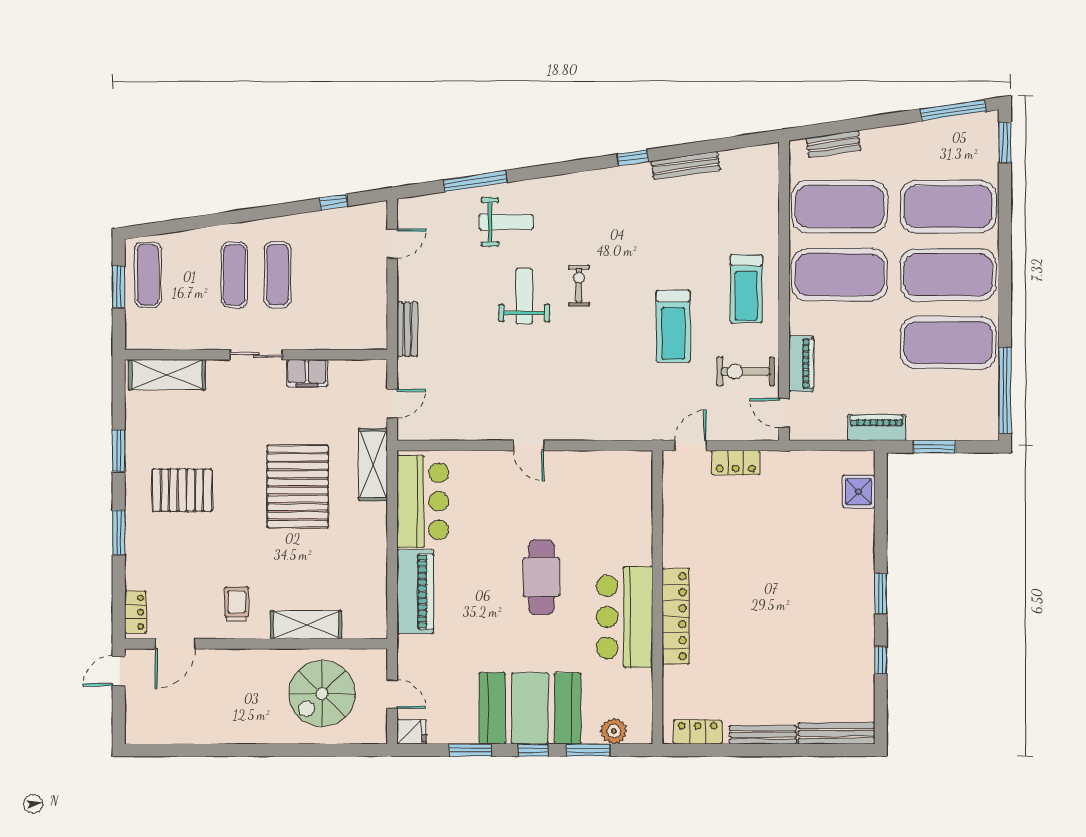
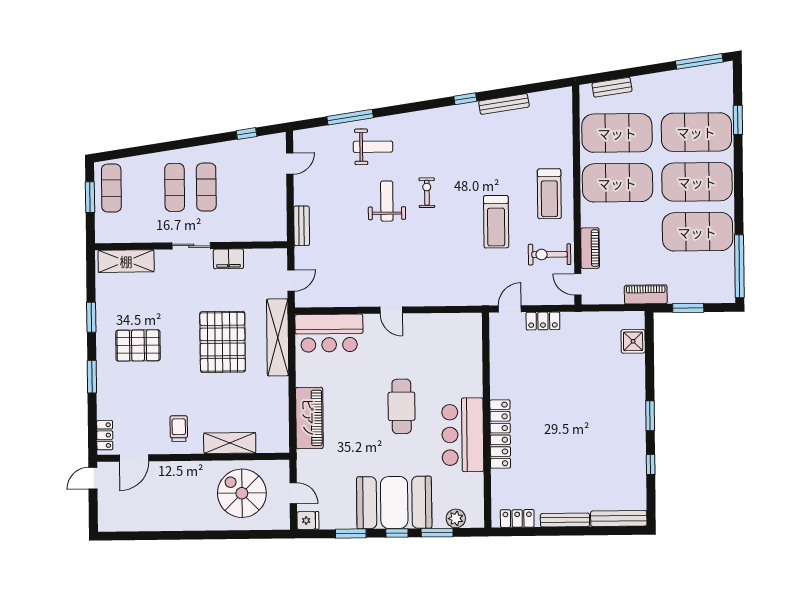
window: (1005, 143) -> (738, 120), moved
shelving: (373, 464) -> (278, 337), width x1.47
bar counter: (423, 501) -> (329, 333), moved, turned 90
spiral stairs: (322, 694) -> (242, 493), turned 90

